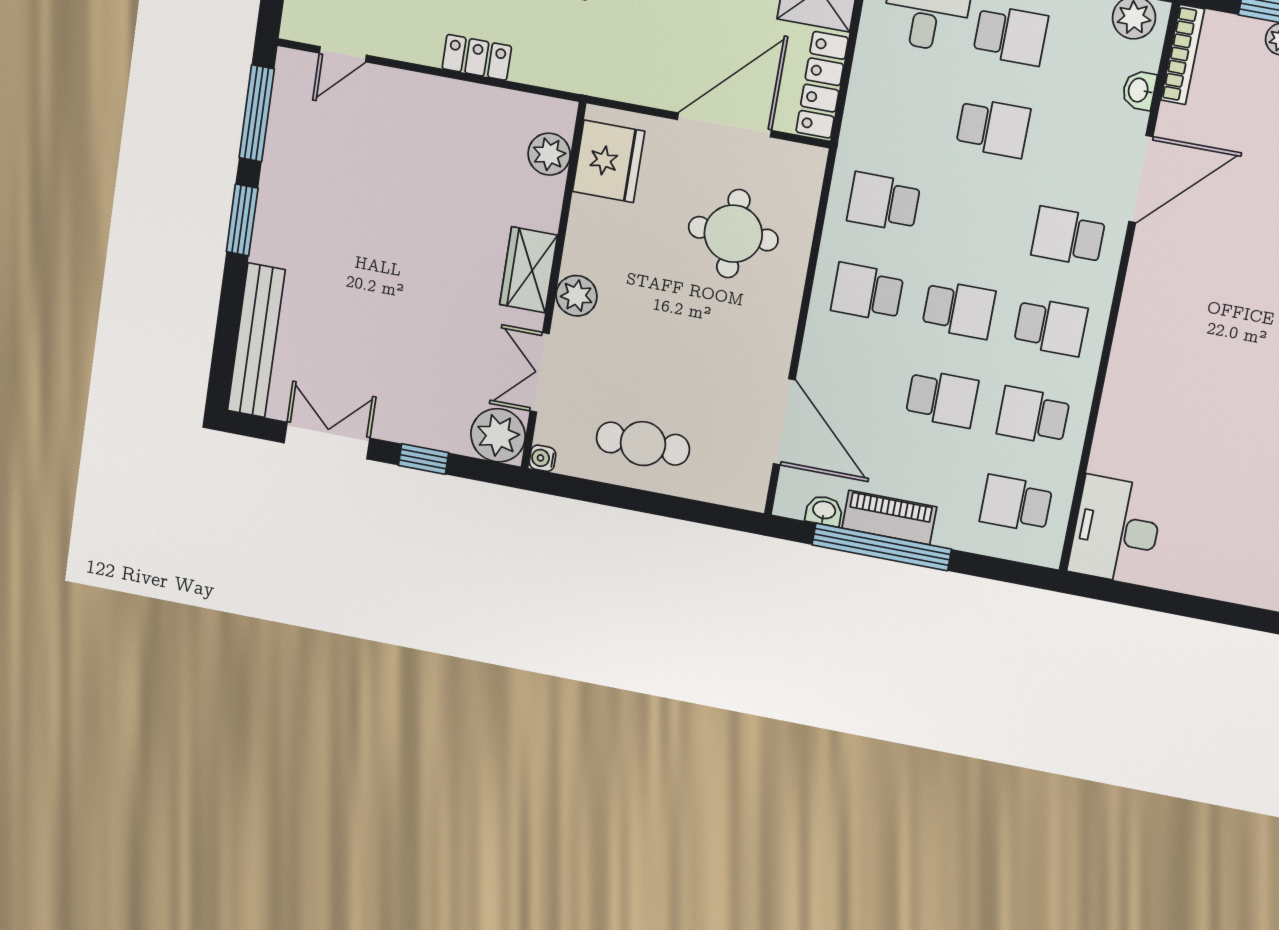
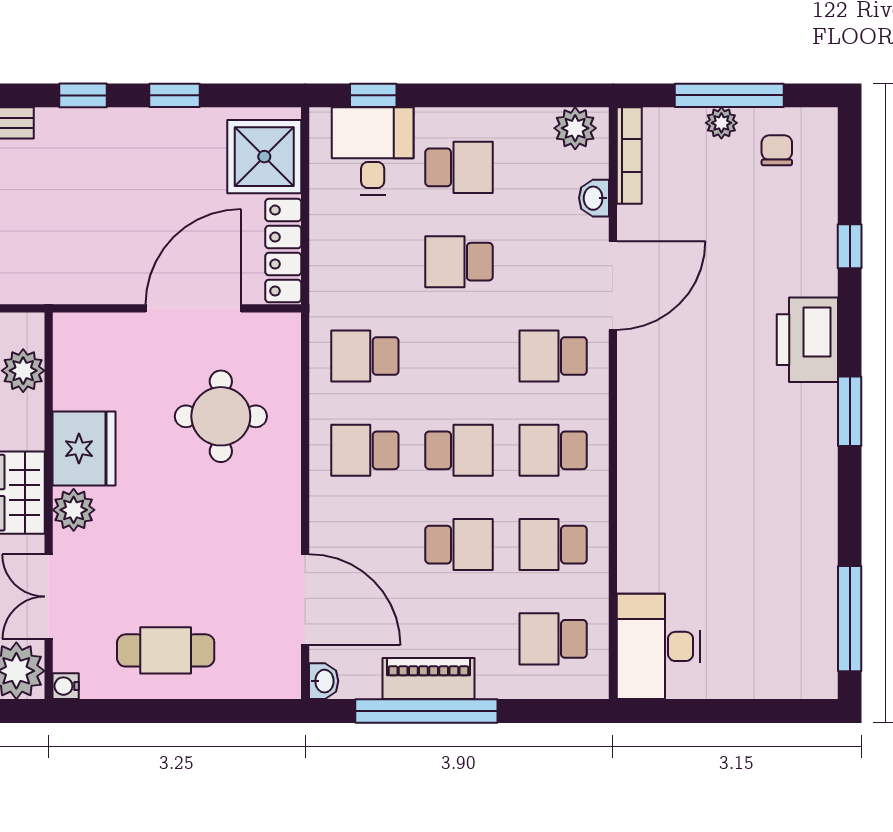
school desk: (993, 128) -> (459, 262), turned 180
fridge: (609, 161) -> (84, 449), moved
school desk: (1051, 327) -> (553, 450), turned 180
washbasin: (824, 511) -> (324, 681), moved, turned 90

